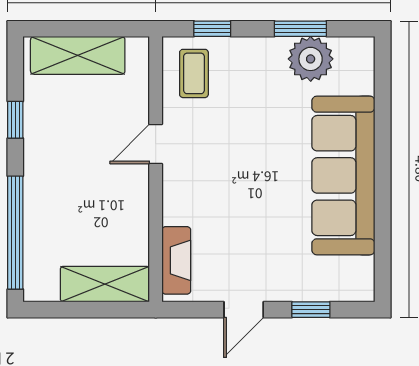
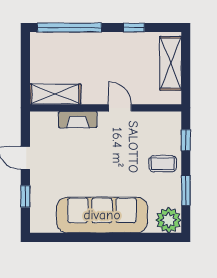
plant: (311, 59) -> (169, 220), moved
coffee table: (194, 73) -> (163, 164), moved
fireplace: (176, 260) -> (78, 120), moved
shelving: (105, 284) -> (55, 94), moved, turned 90

